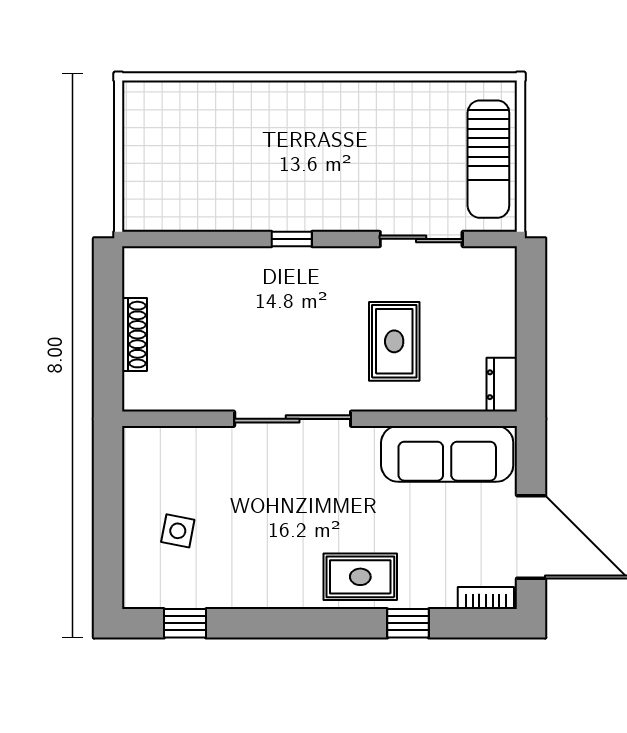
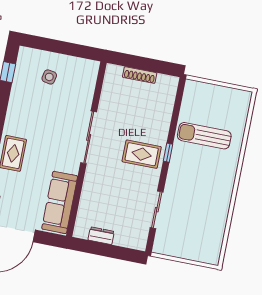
sun lounger: (488, 159) -> (204, 136), moved
rug: (394, 341) -> (142, 154), moved
dresser: (502, 385) -> (101, 236), moved

